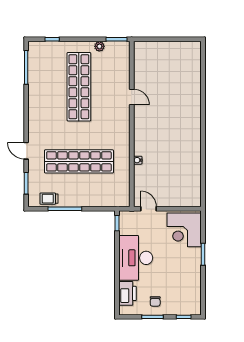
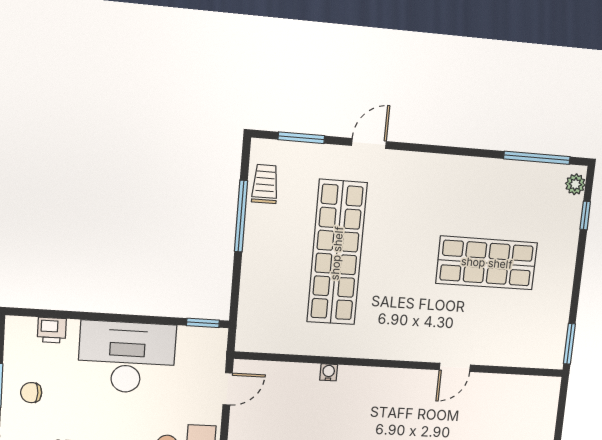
plant: (99, 46) -> (575, 184), moved
shop shelf: (79, 87) -> (487, 263), width x0.71
printer: (127, 293) -> (52, 330), width x0.53, depth x0.68

